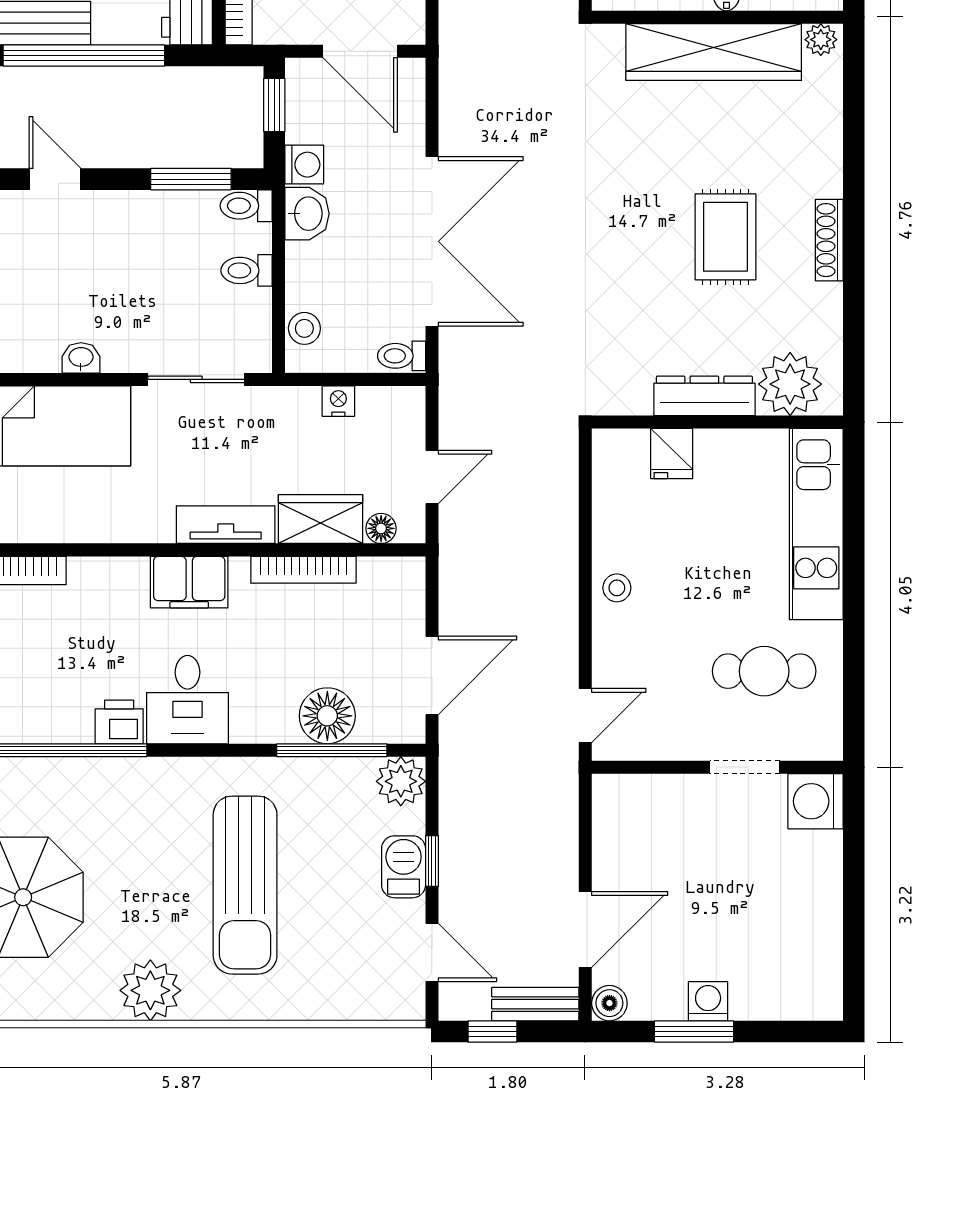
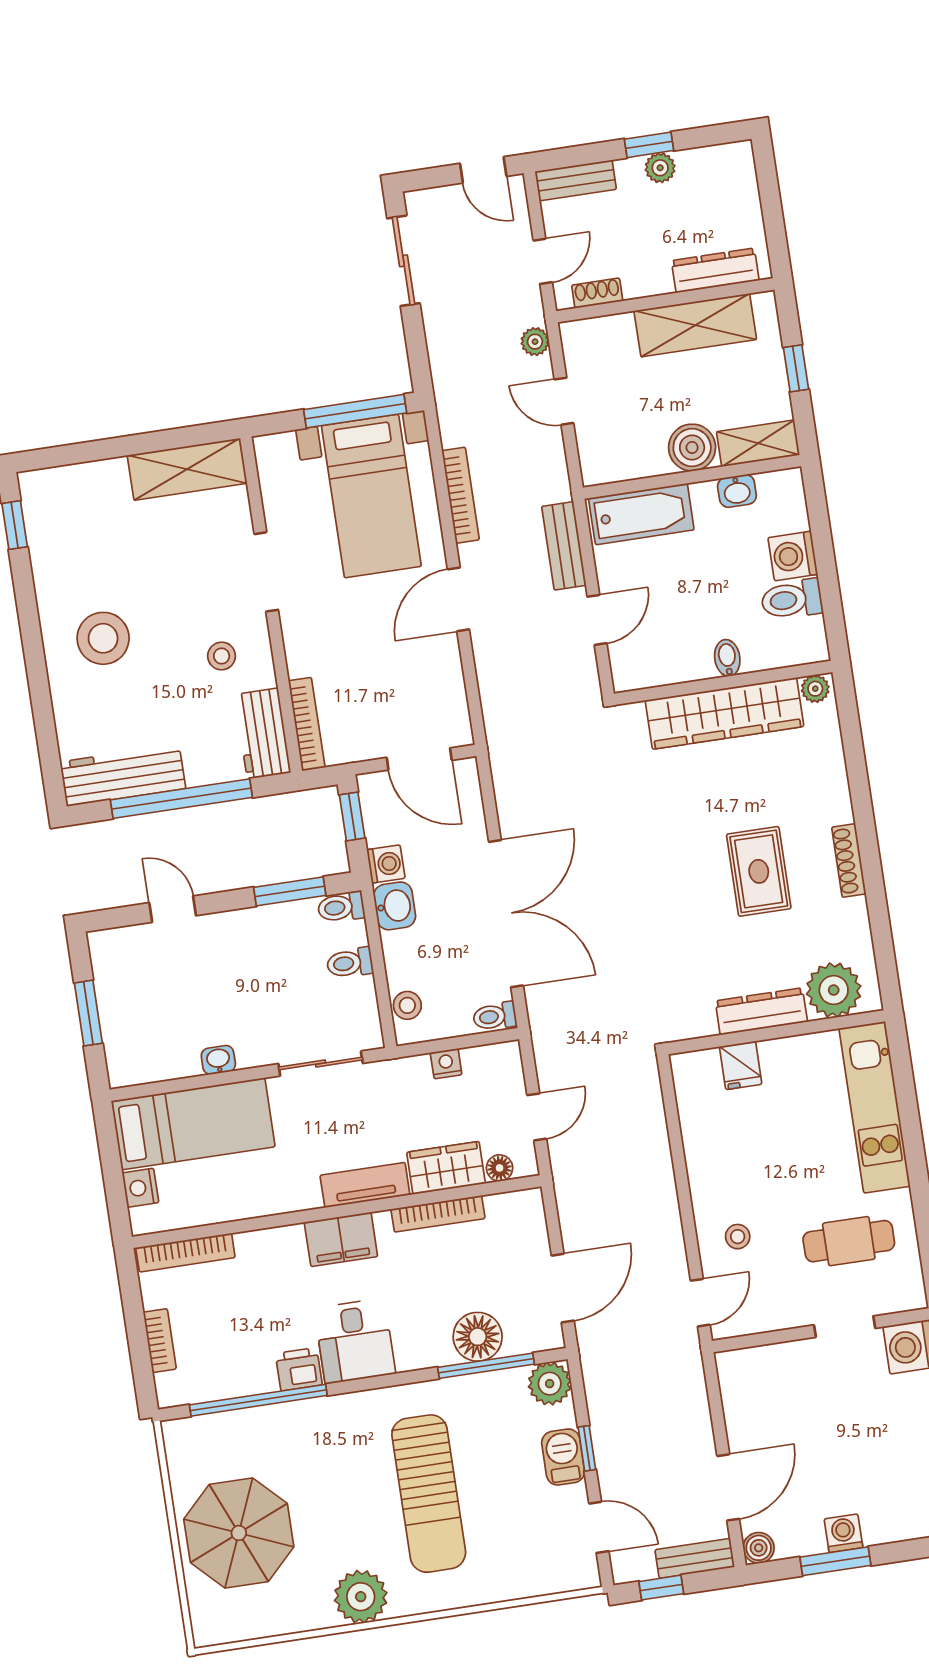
stool: (617, 588) -> (738, 1237), moved

